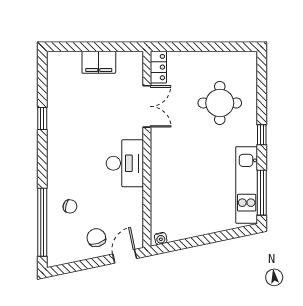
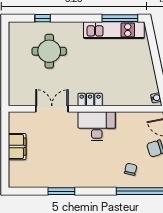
locker: (158, 67) -> (90, 100), moved
window: (42, 118) -> (61, 191), width x1.50
window: (262, 135) -> (43, 18), moved

